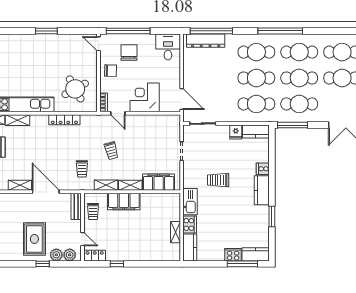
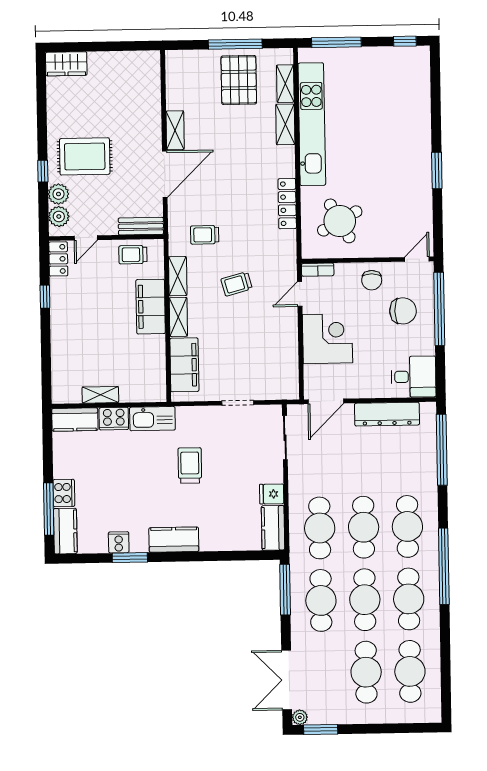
dresser: (206, 41) -> (387, 414), moved, turned -90
cooker: (263, 169) -> (119, 542), moved

